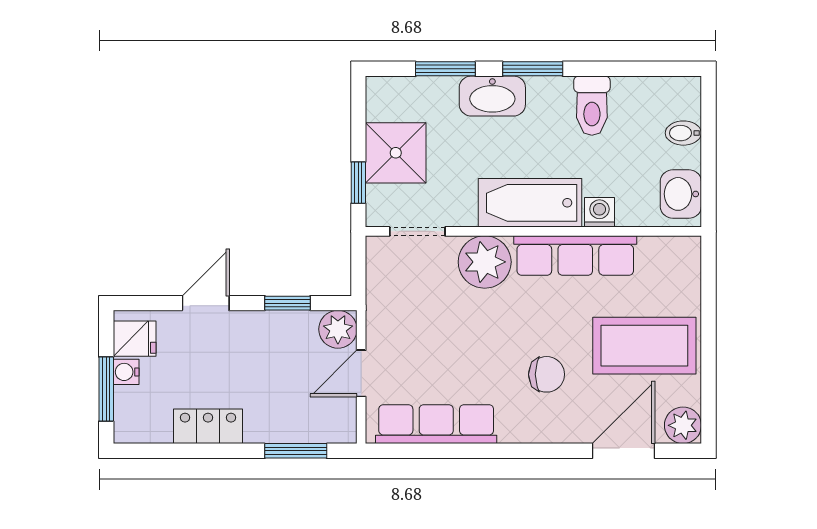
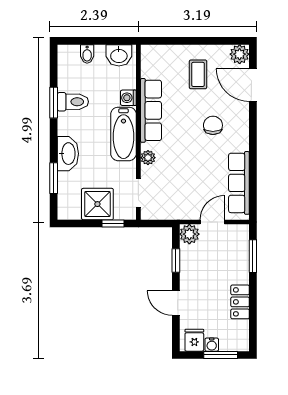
window: (533, 69) -> (54, 103), moved
plant: (485, 262) -> (148, 158), width x0.53, depth x0.53
coffee table: (644, 346) -> (198, 74), width x0.54, depth x0.58
door: (361, 373) -> (212, 222), swing flipped

